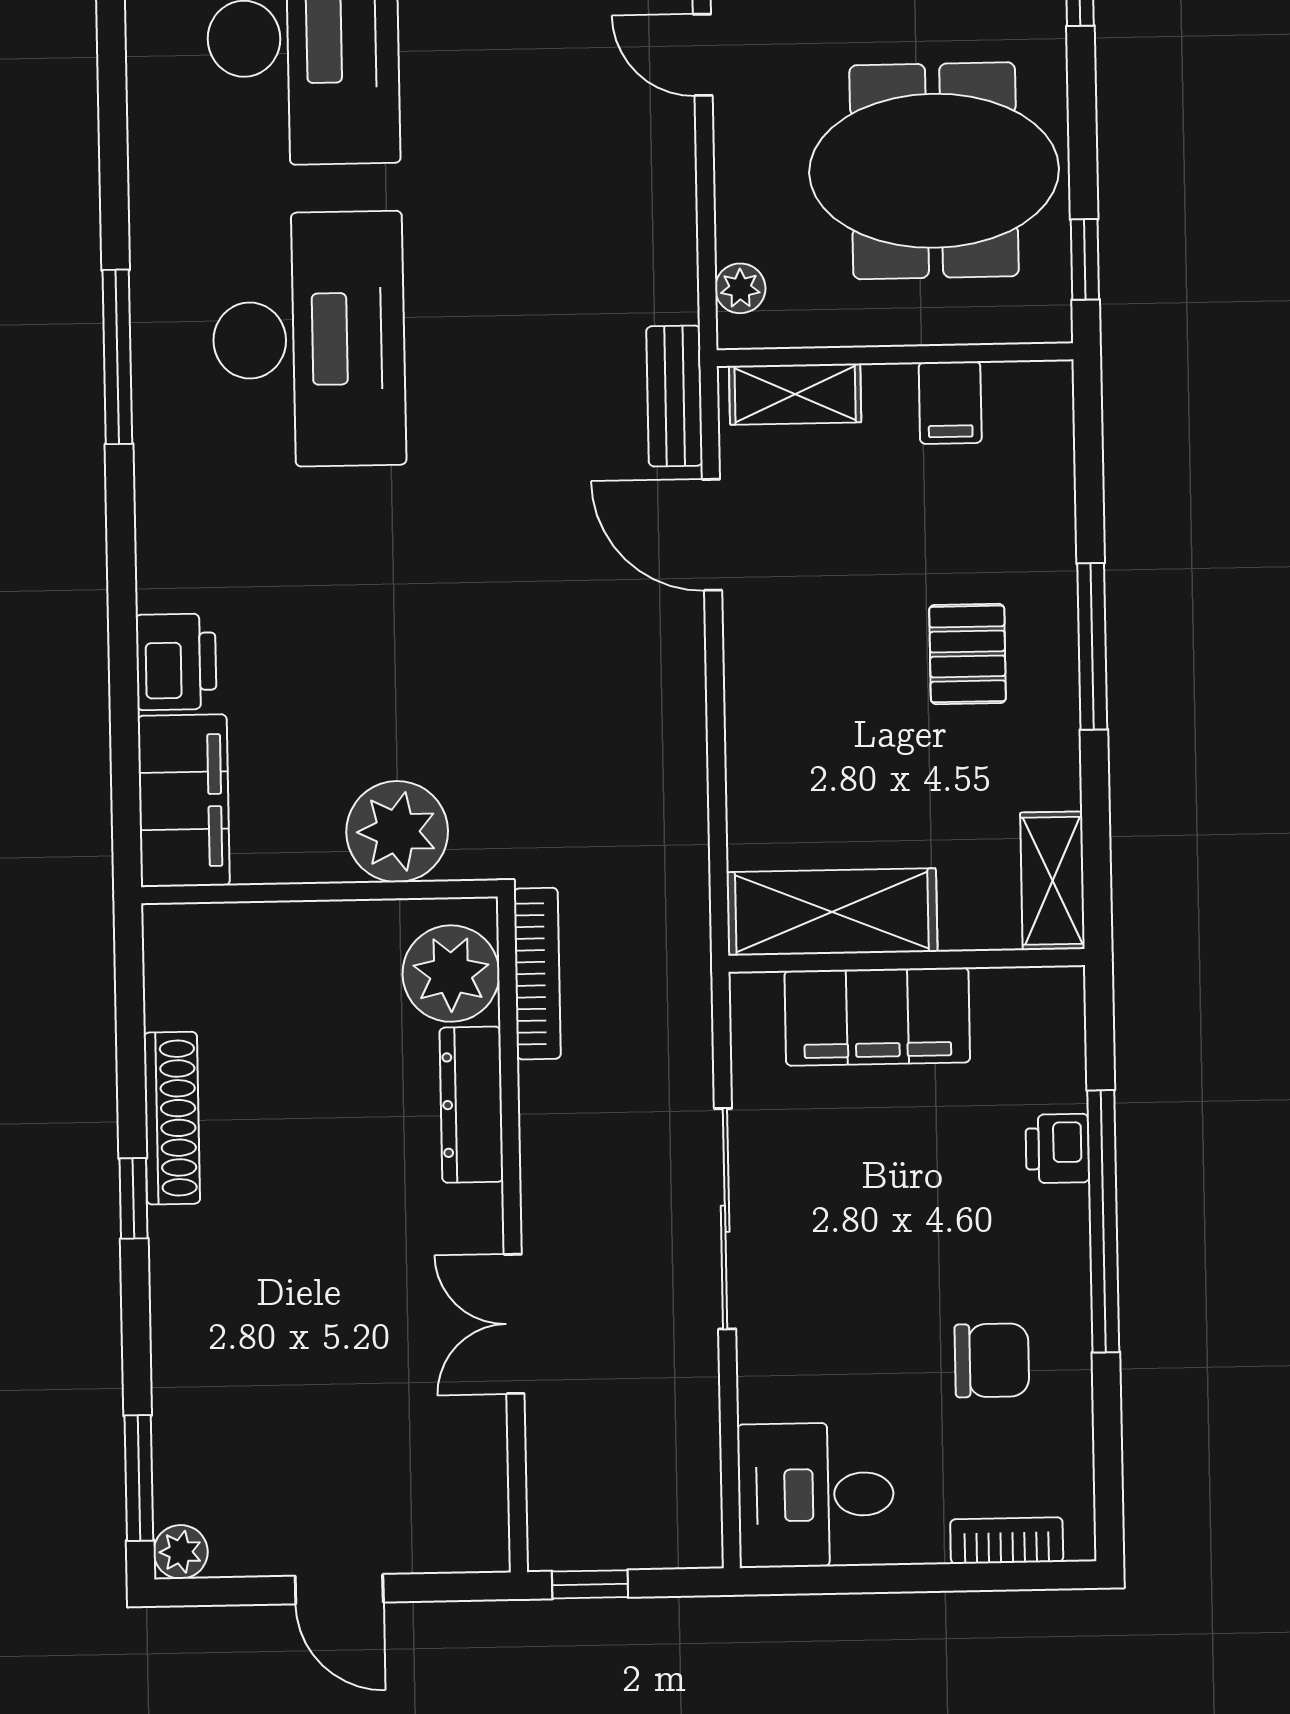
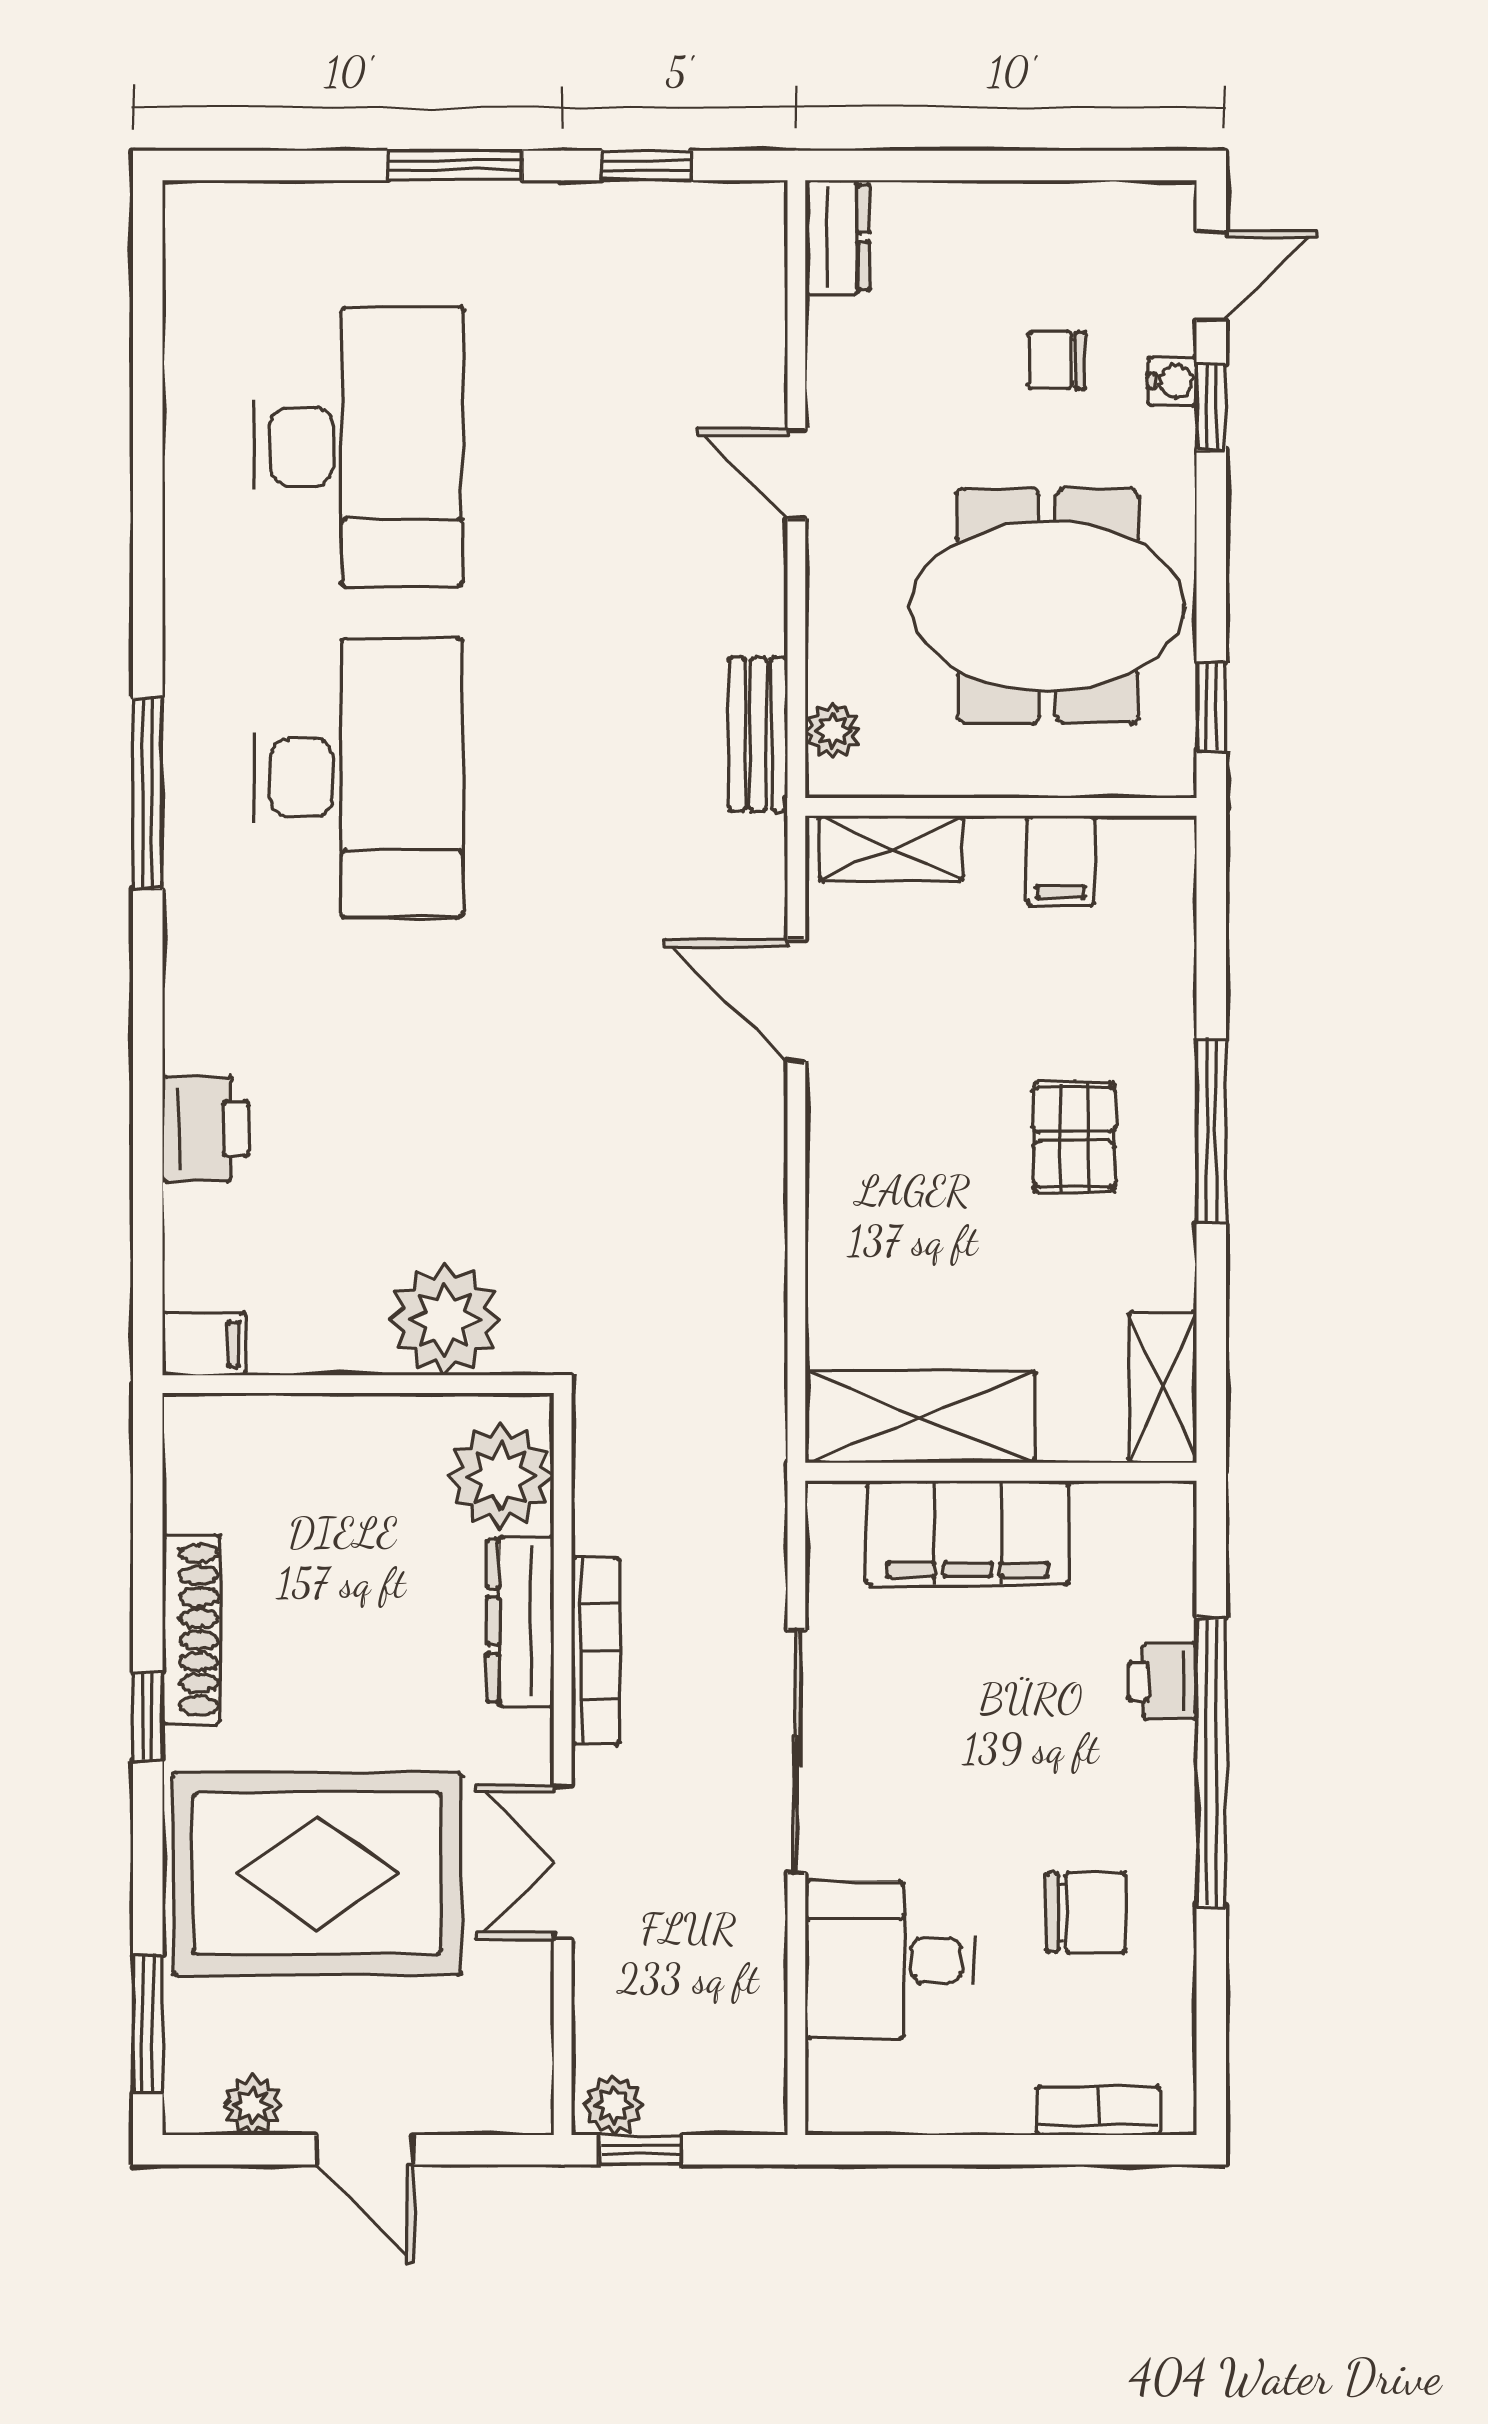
bench: (674, 396) -> (758, 734), moved
filing cabinet: (184, 801) -> (204, 1344), width x0.33, depth x0.86
bookcase: (537, 974) -> (595, 1651), moved
rug: (291, 1338) -> (317, 1874), added
desk: (816, 1495) -> (890, 1960), moved
plant: (565, 1544) -> (613, 2105), added
plant: (181, 1552) -> (253, 2105), moved

